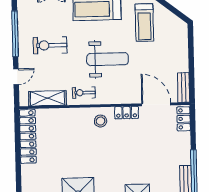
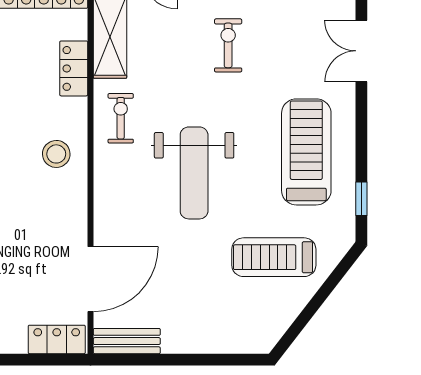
exercise bike: (50, 45) -> (228, 45), width x0.73, depth x0.72
locker: (127, 113) -> (74, 68), moved

